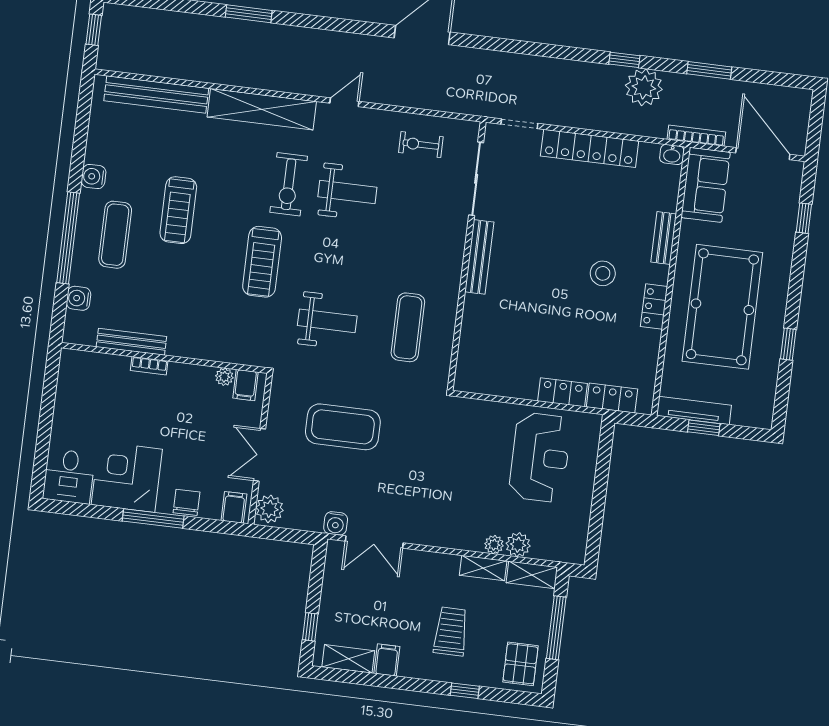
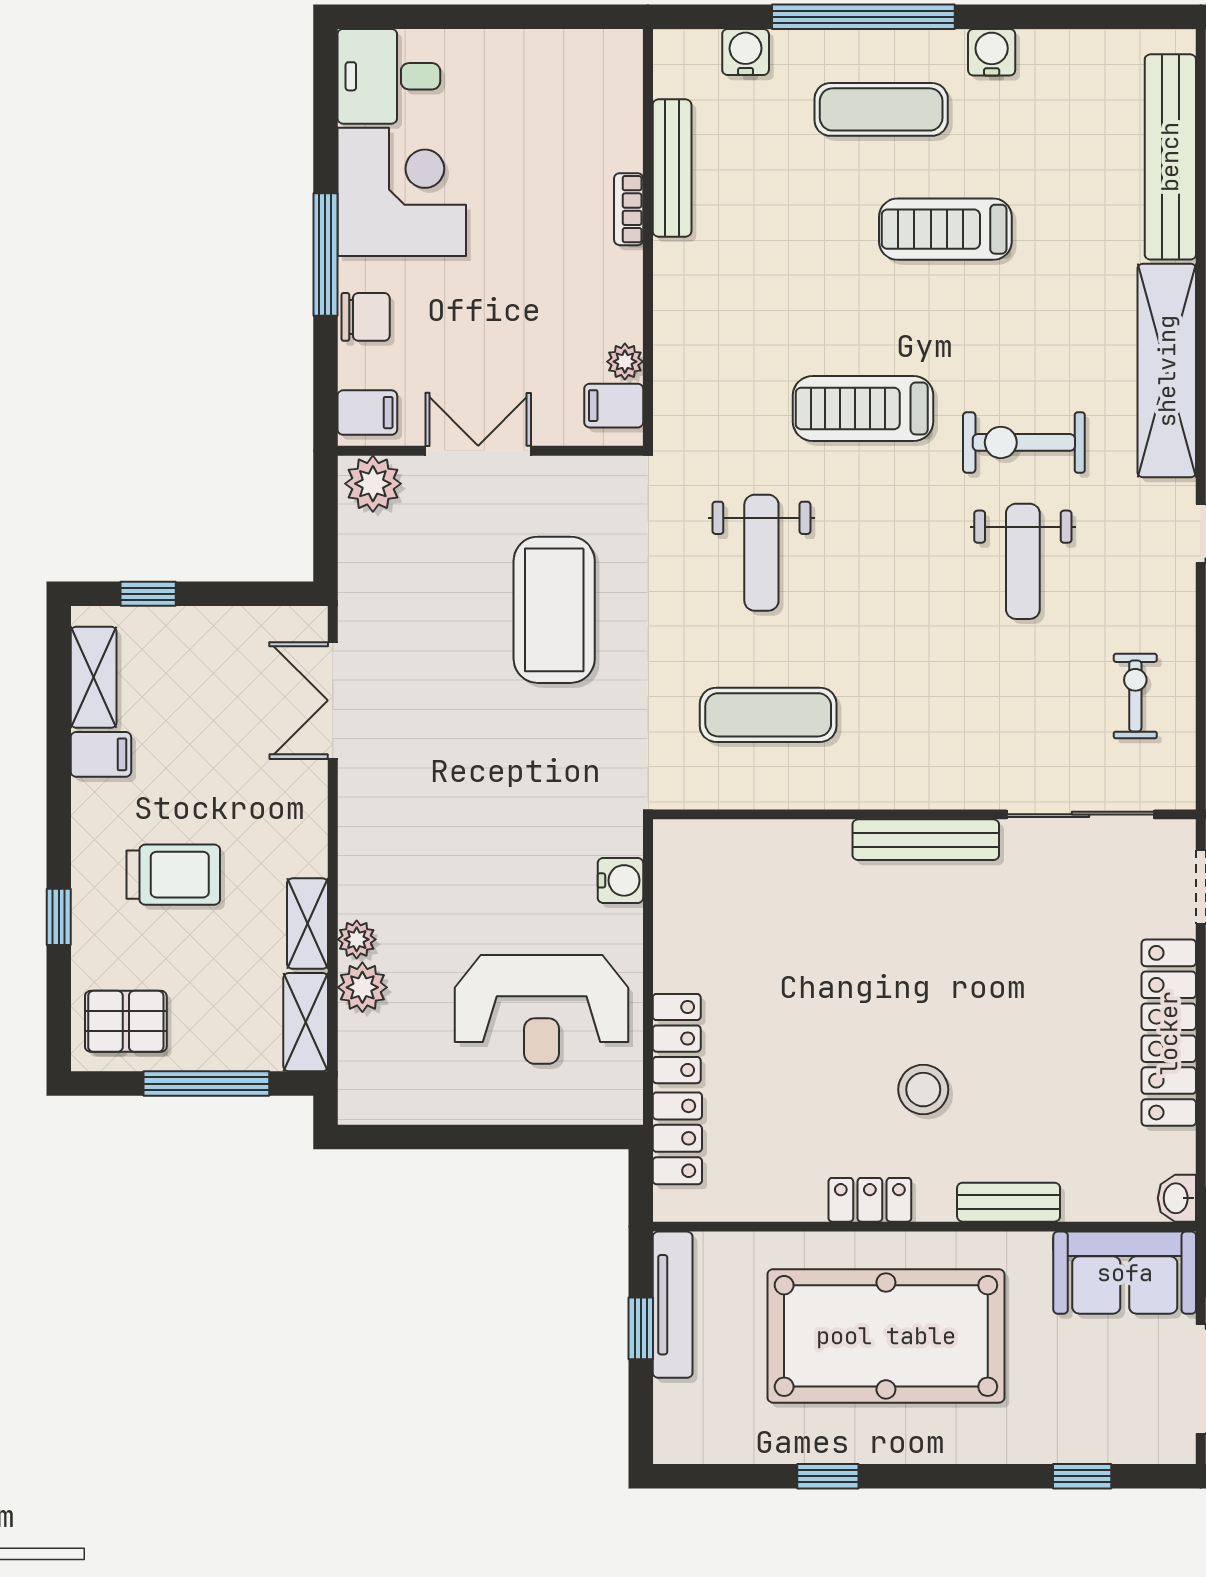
water cooler: (336, 523) -> (620, 880), moved, turned 180

